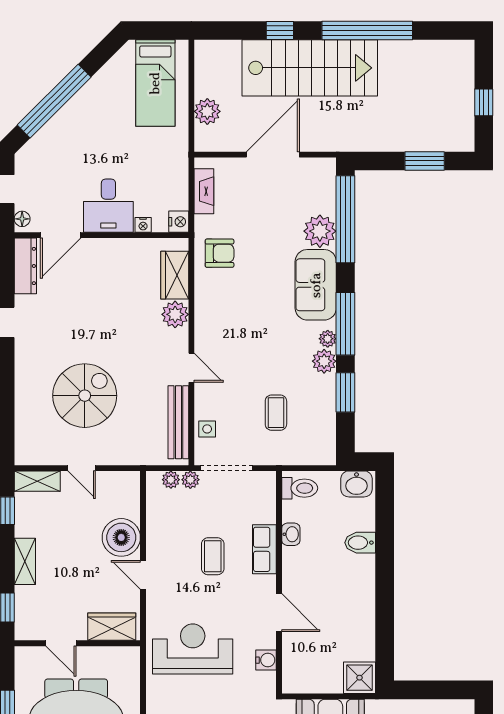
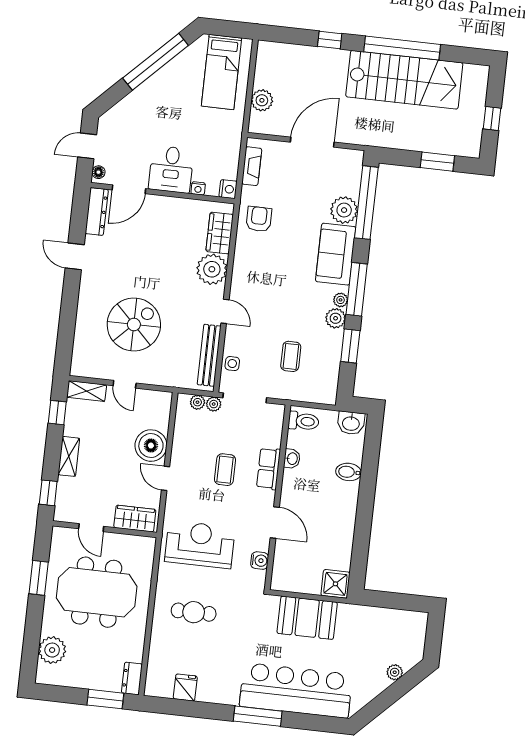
stairs: (310, 68) -> (404, 80), moved
window: (54, 101) -> (156, 62), moved
armchair: (220, 253) -> (259, 219), turned -90
plant: (175, 314) -> (212, 269), width x1.36, depth x1.36

